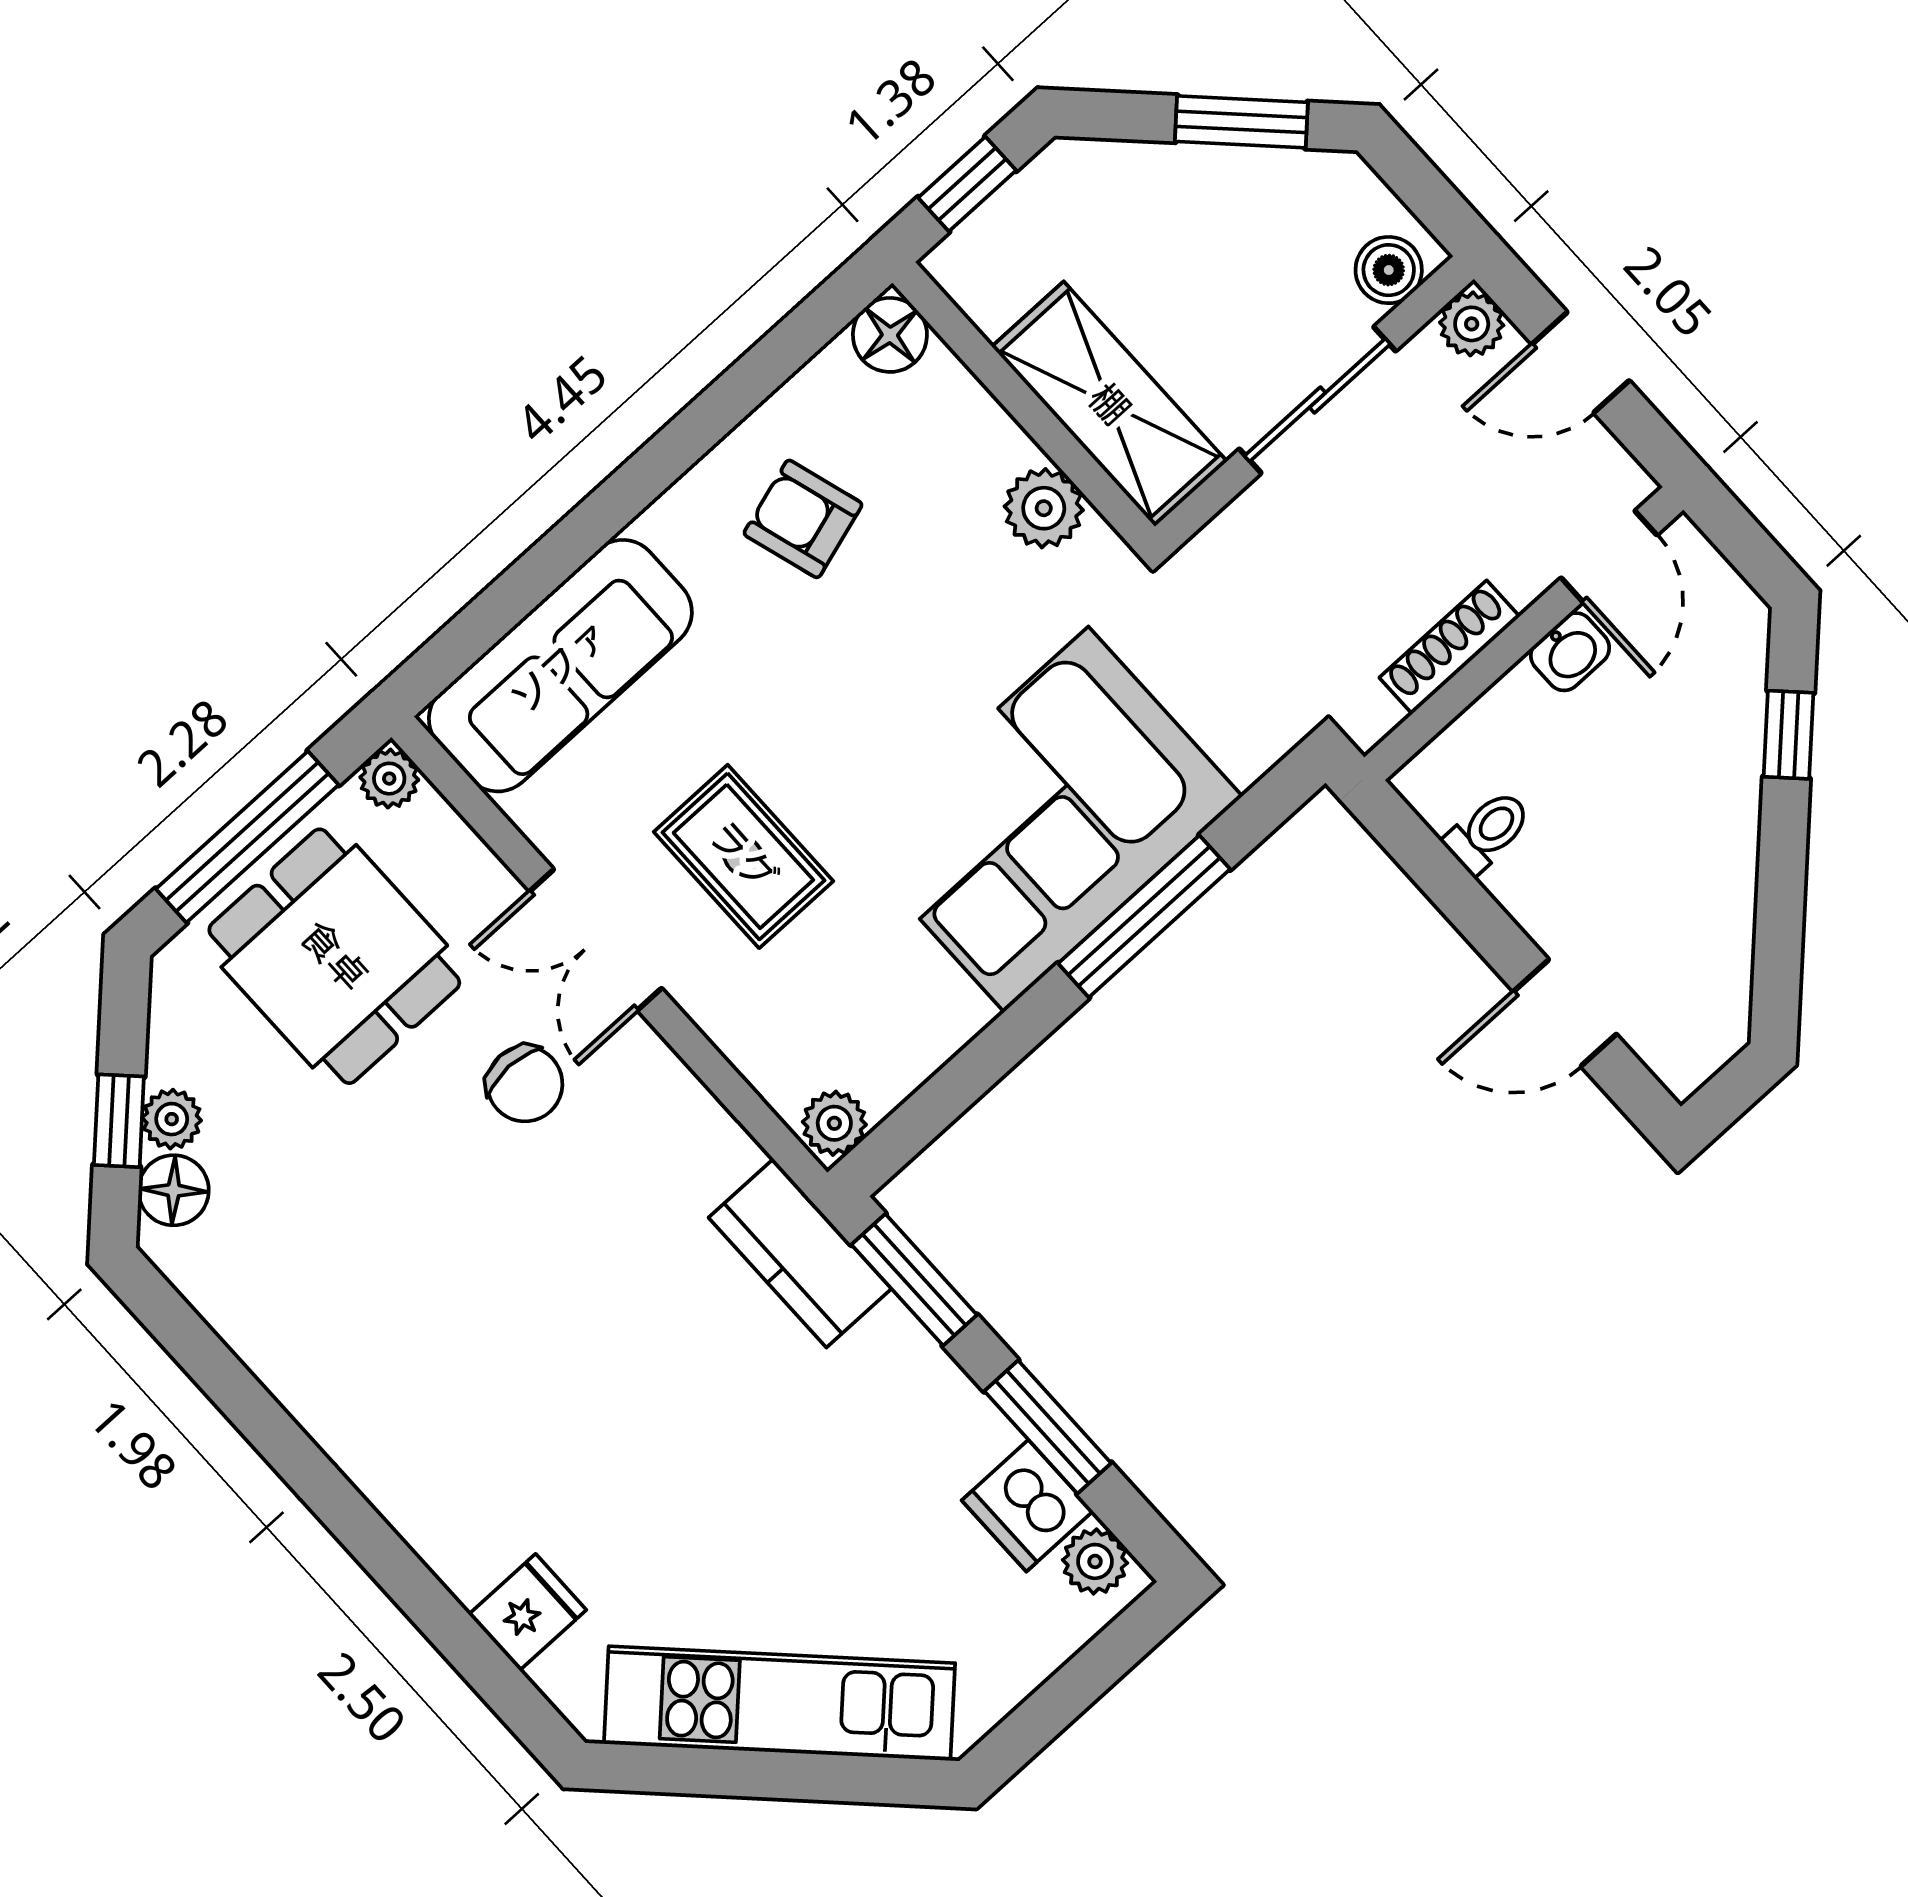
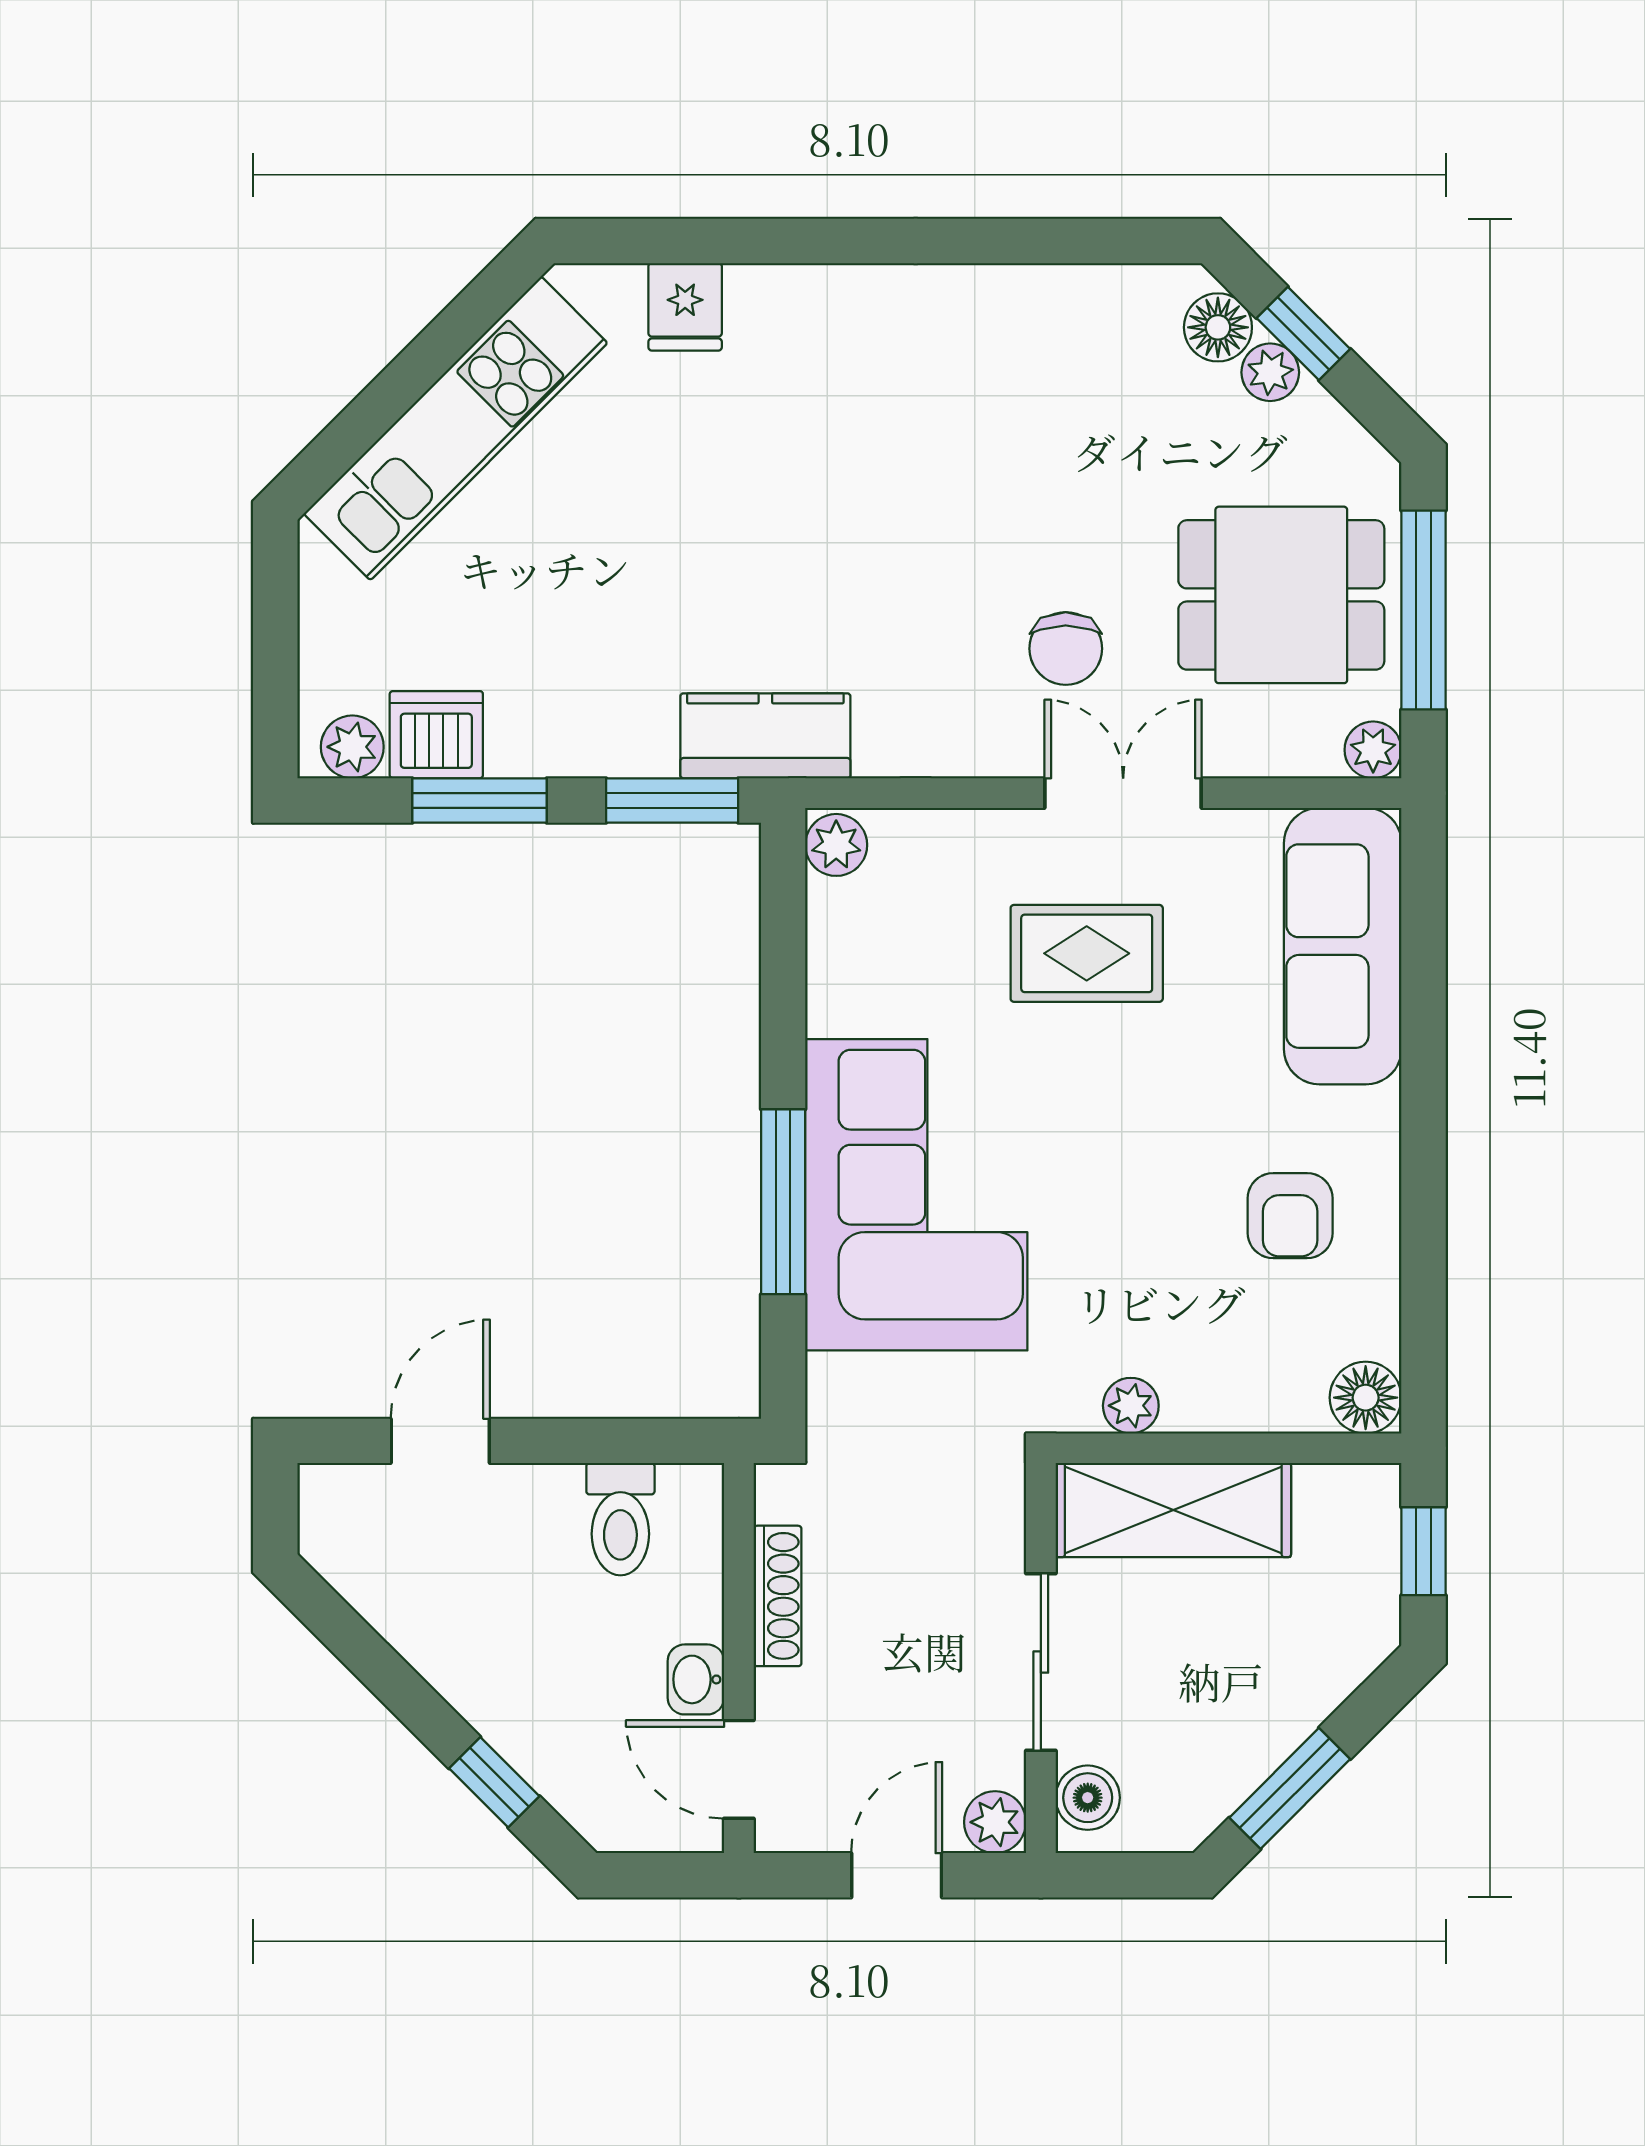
plant: (1044, 508) -> (1131, 1406), width x0.73, depth x0.73
armchair: (803, 519) -> (1290, 1216), turned 107
toilet: (1488, 832) -> (620, 1519), width x1.37, depth x1.39
chair: (525, 1084) -> (1066, 649), turned -90

